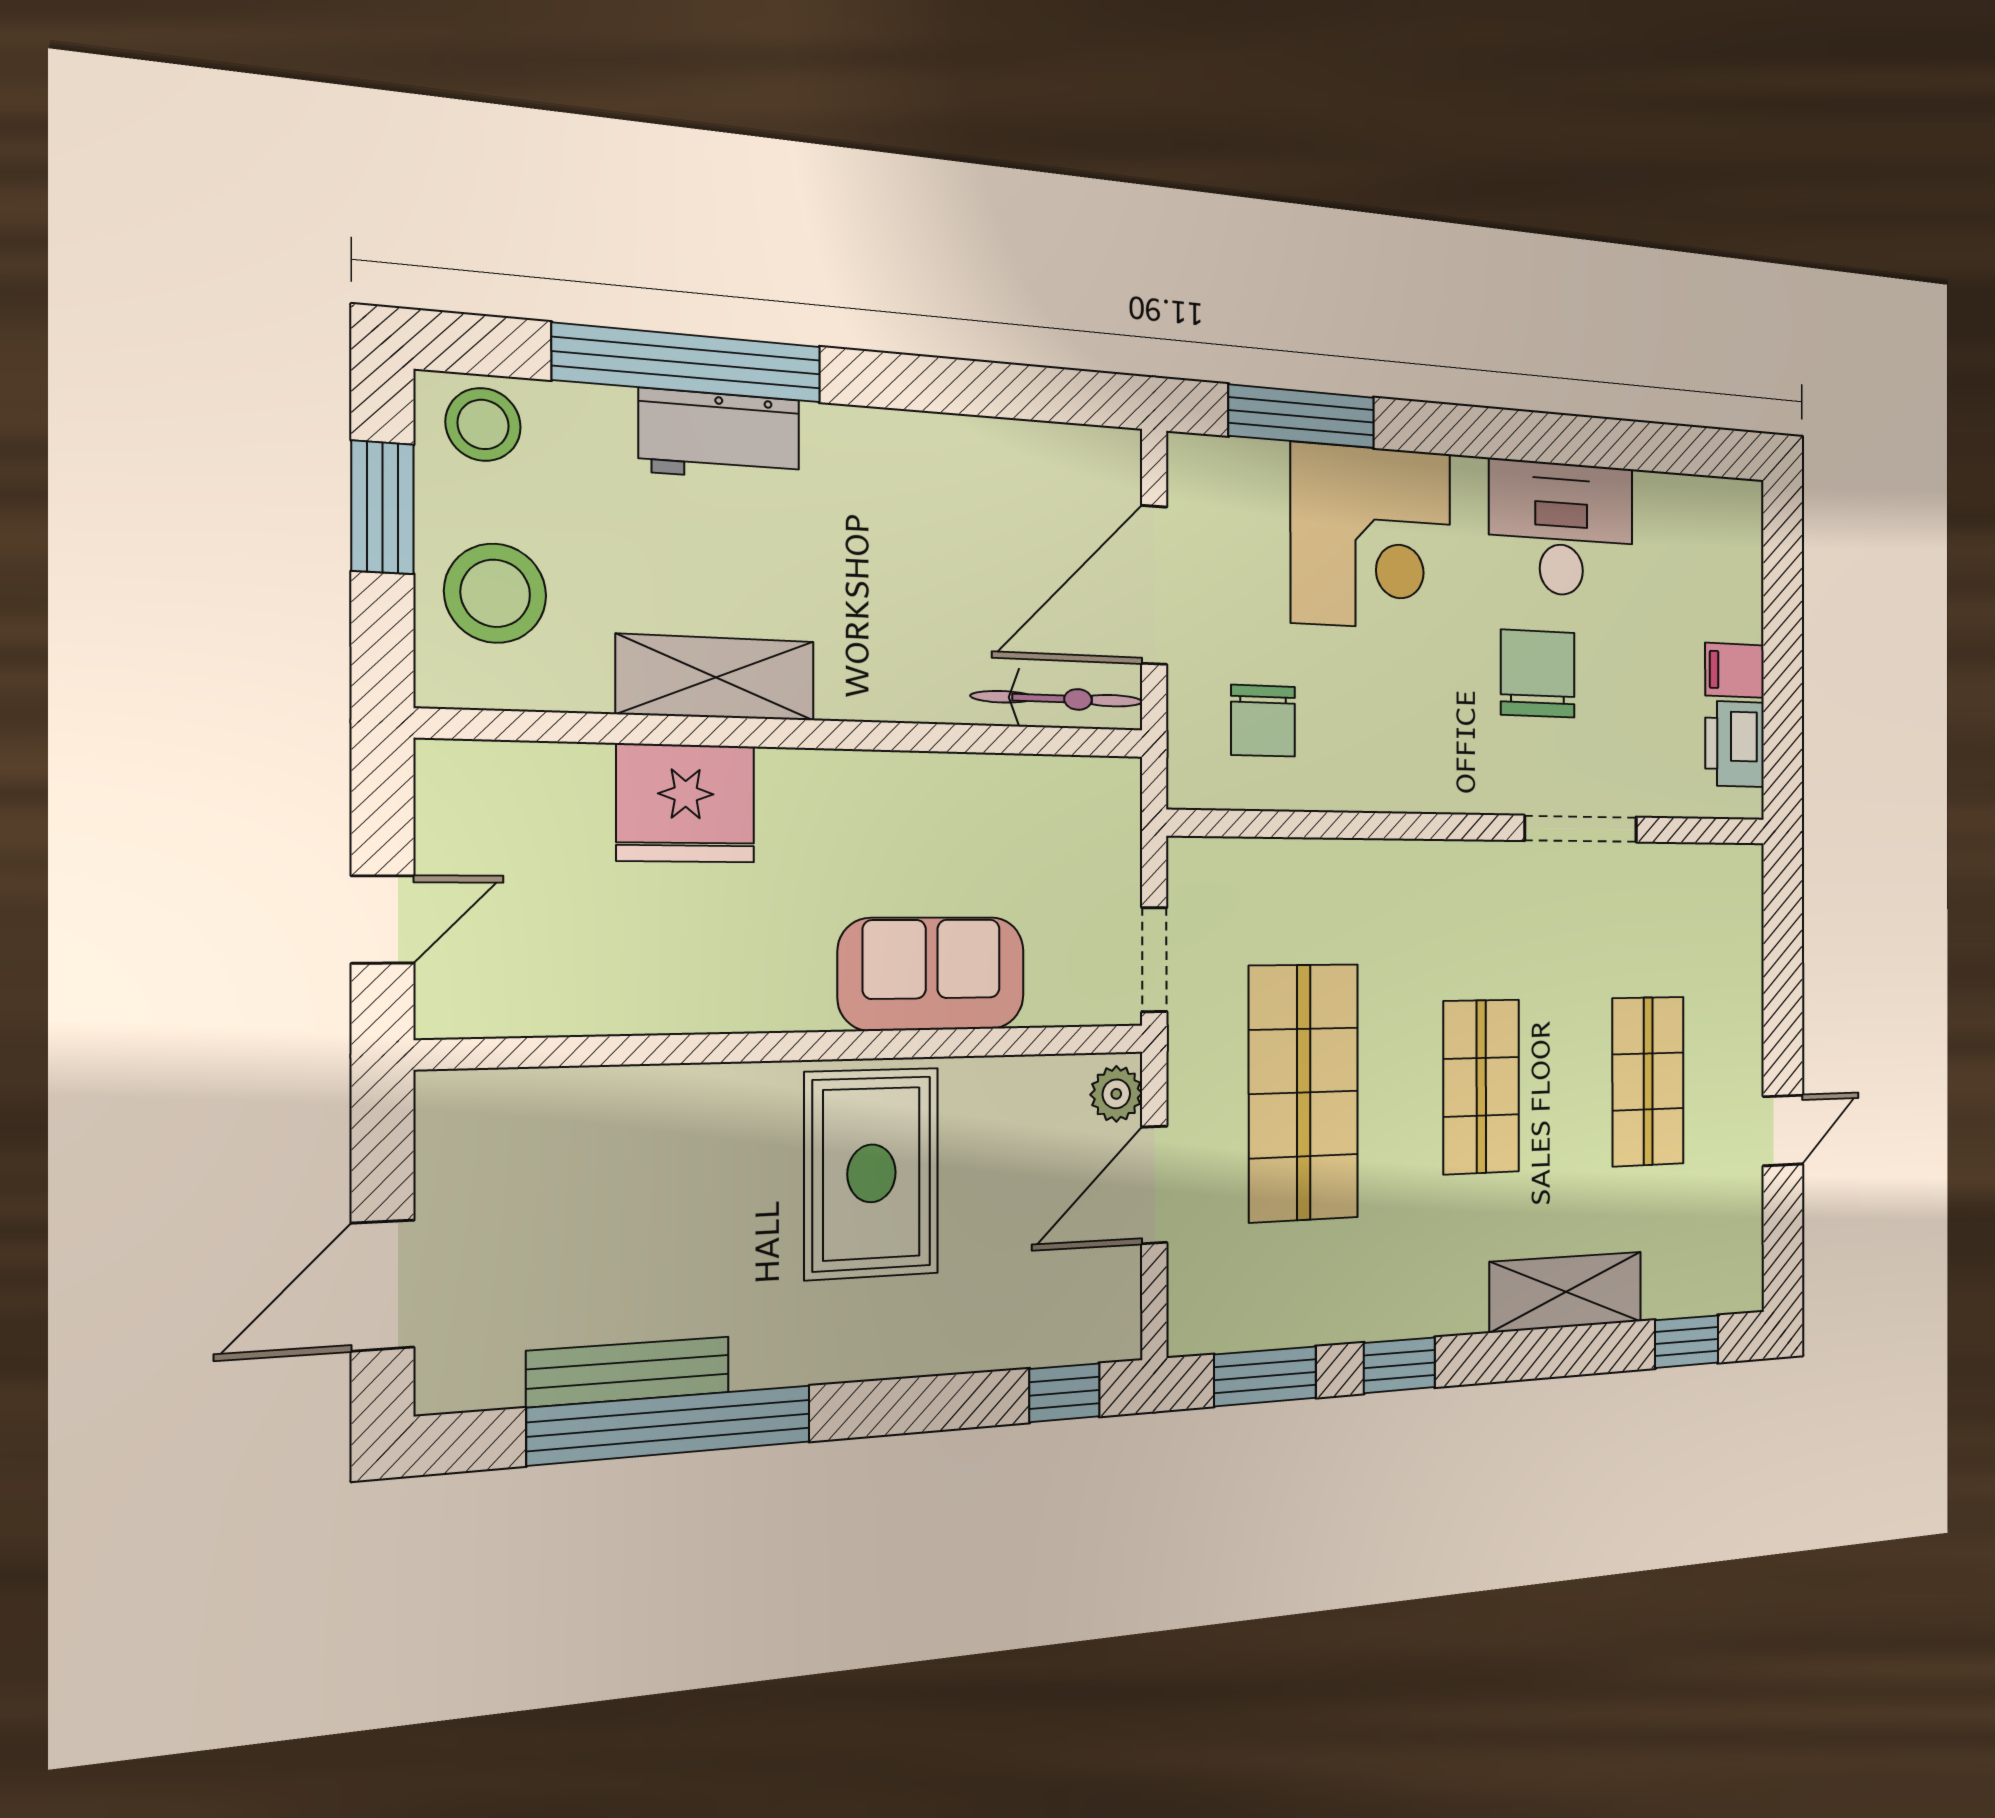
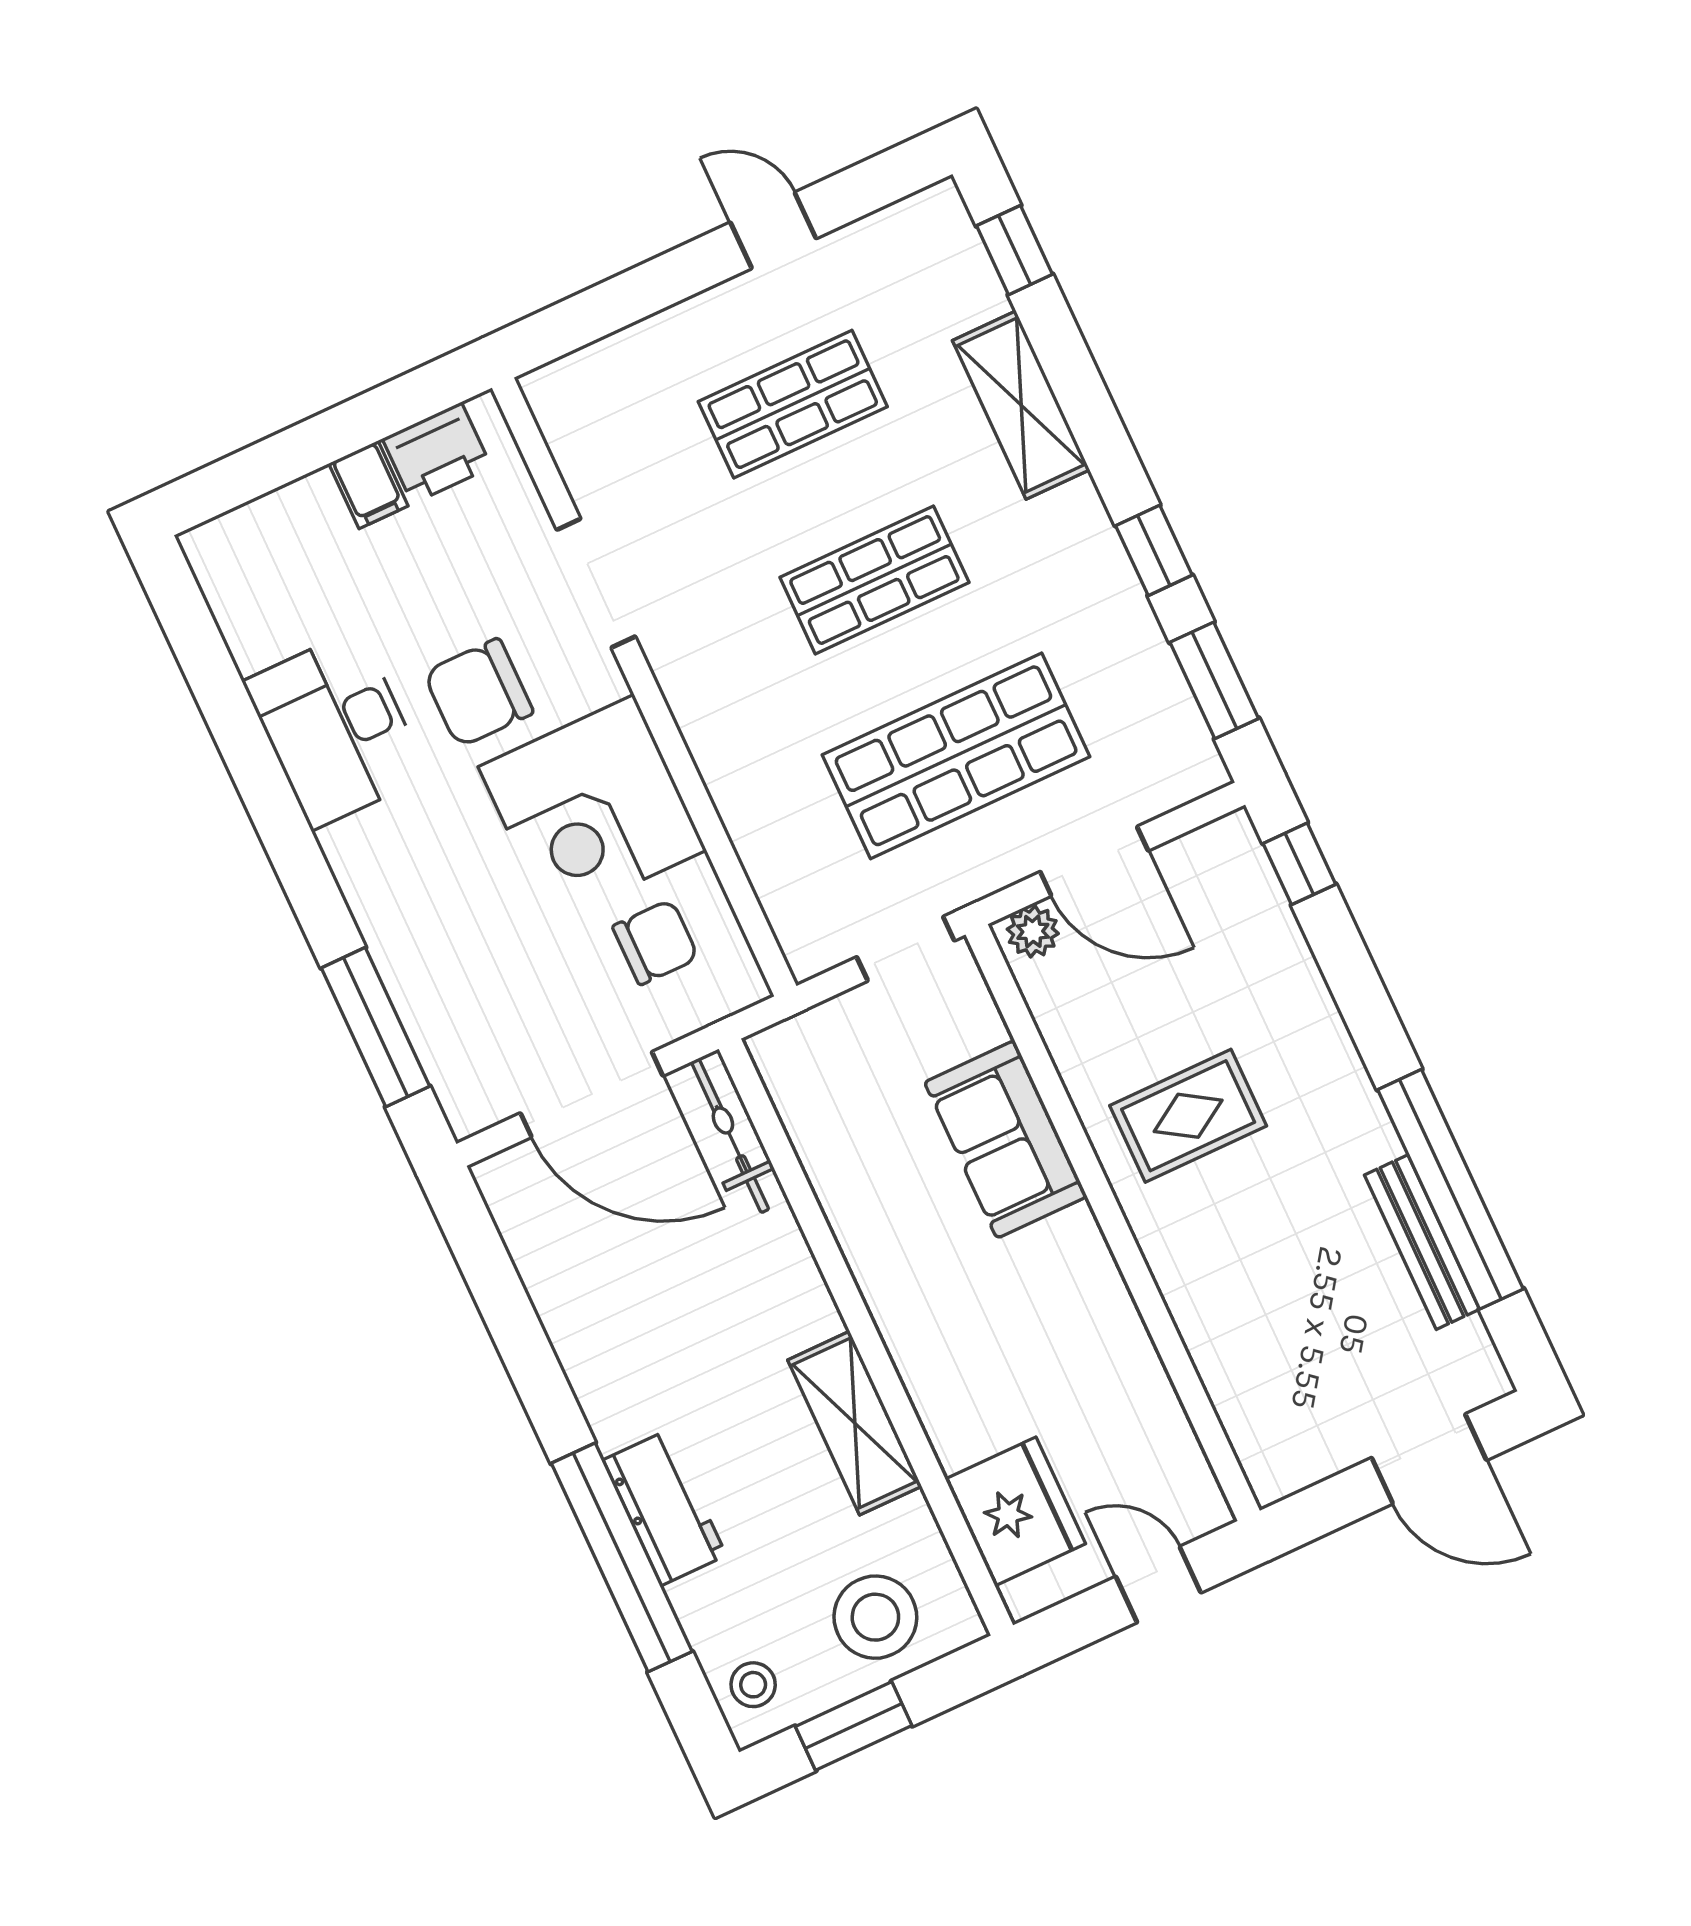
stool: (483, 424) -> (753, 1685), width x0.73, depth x0.73
corner desk: (1371, 537) -> (592, 808), moved, turned 180
fridge: (686, 803) -> (1015, 1511), moved
rug: (872, 1173) -> (1188, 1116), width x0.73, depth x0.70

